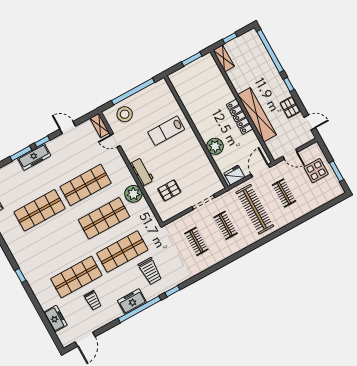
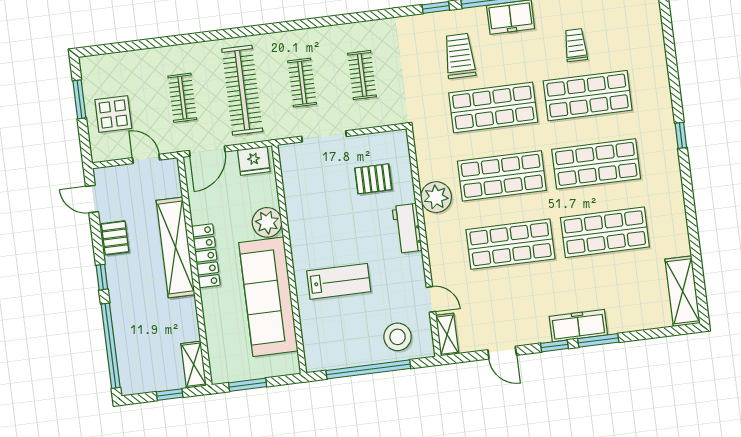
sofa: (199, 108) -> (268, 297), added
shop shelf: (58, 244) -> (596, 164), added
freezer: (55, 319) -> (651, 39), removed

